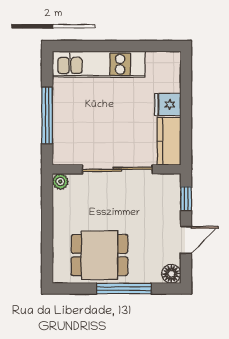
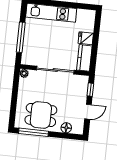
floor lamp: (171, 274) -> (66, 128), moved
window: (124, 289) -> (34, 132), moved

